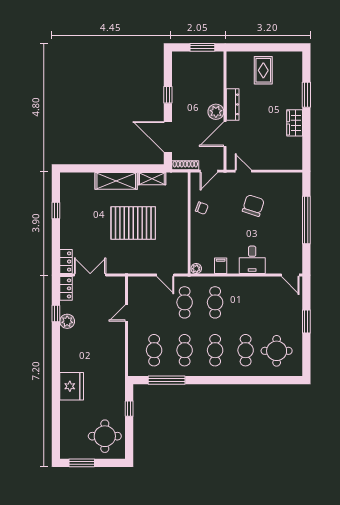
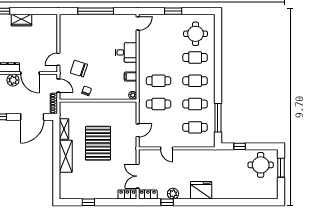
chair: (253, 206) -> (79, 69), moved
door: (165, 275) -> (138, 130), moved
fridge: (72, 386) -> (201, 190), moved
window: (82, 463) -> (281, 168), moved

